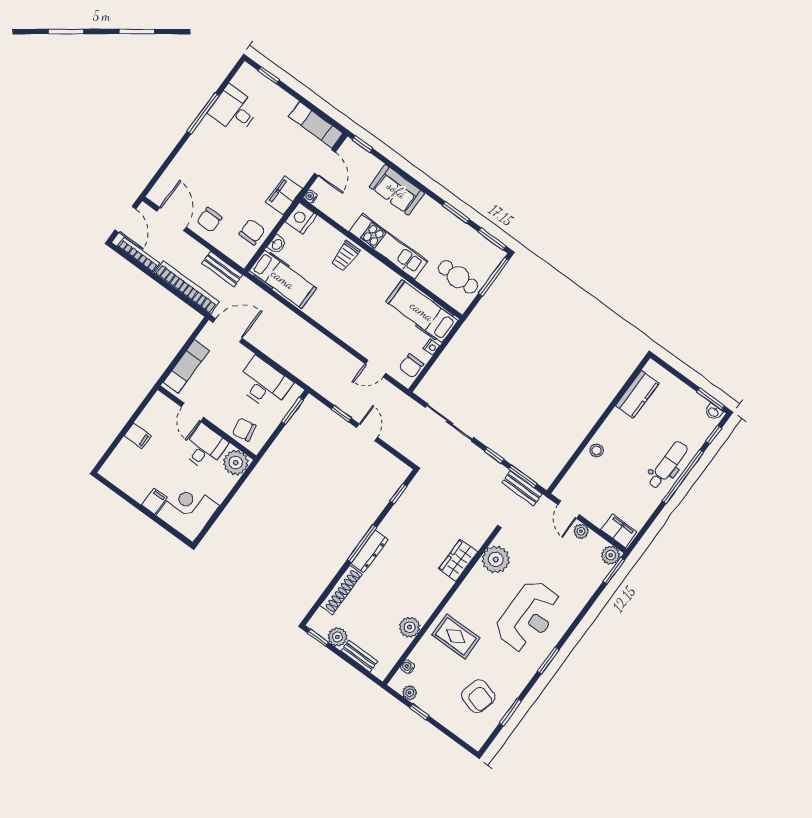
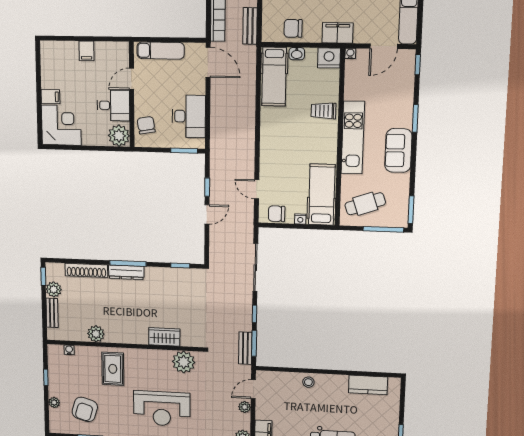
sofa: (397, 190) -> (398, 151), moved
window: (456, 212) -> (415, 118), moved
chair: (252, 232) -> (293, 28), turned 180
cafe table: (458, 277) -> (365, 204), turned 71
plant: (410, 693) -> (54, 402), moved

